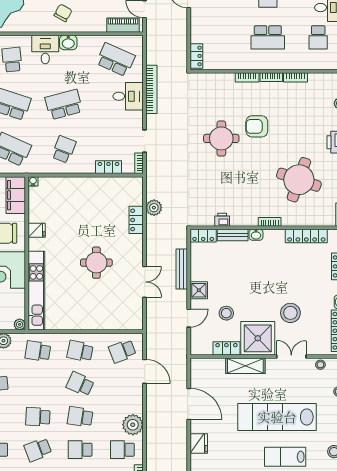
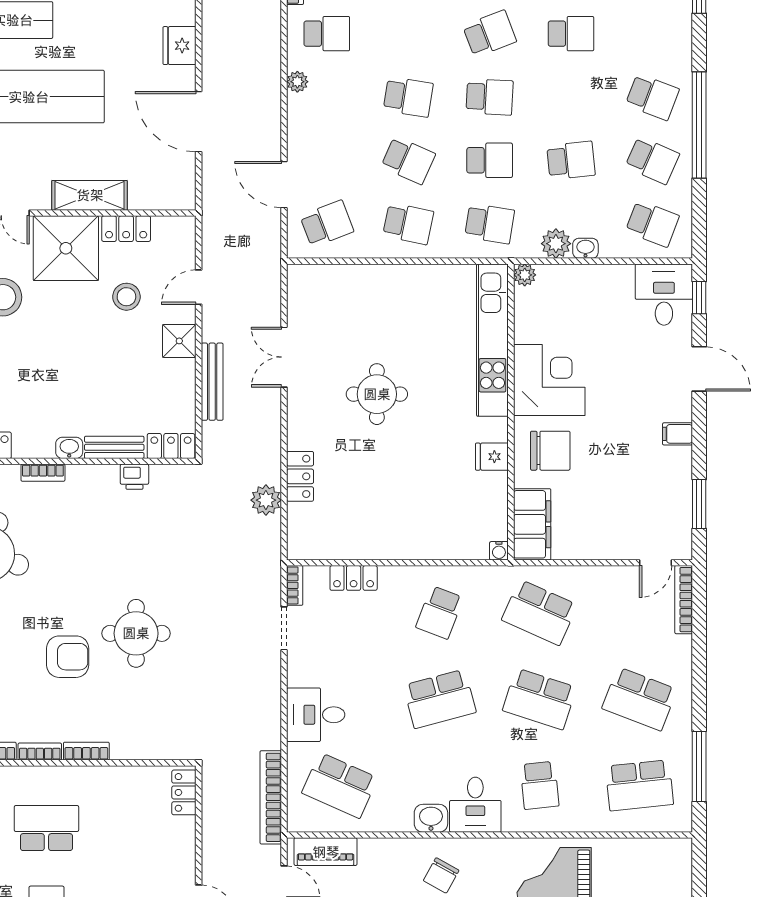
bookcase: (151, 89) -> (271, 797), moved
plant: (133, 425) -> (297, 82), width x0.53, depth x0.53
school desk: (80, 450) -> (490, 160), moved

